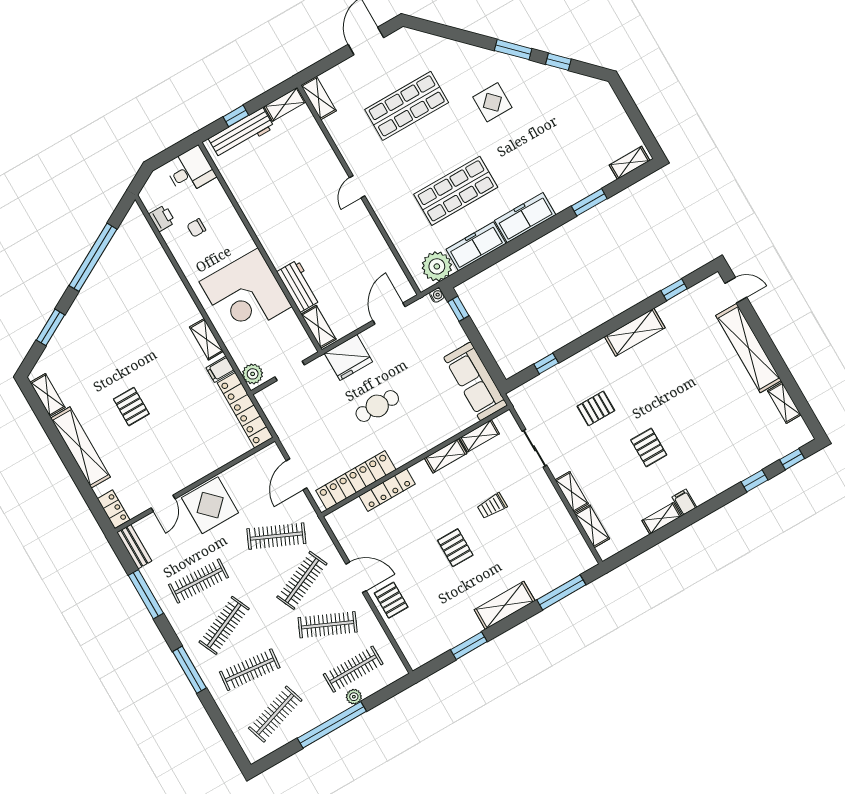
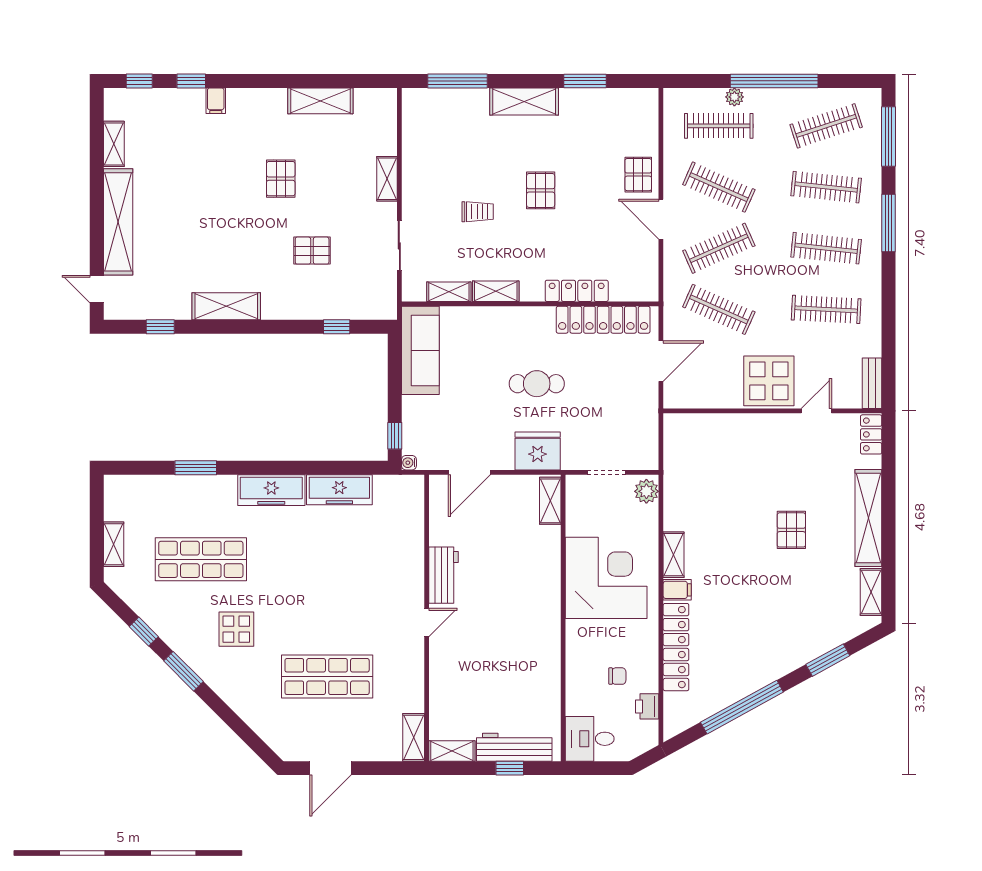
shelving: (629, 163) -> (114, 544), moved, turned 90
shop shelf: (456, 191) -> (201, 559), moved
plant: (437, 266) -> (392, 492), removed
workbench: (299, 286) -> (444, 575), moved, turned 180
filing cabinet: (220, 369) -> (677, 590), moved
locker: (245, 410) -> (676, 647), moved
filing cabinet: (684, 502) -> (216, 101), moved
shelving: (662, 518) -> (320, 101), width x1.50, depth x1.33
shelving: (592, 526) -> (386, 131), removed
window: (146, 594) -> (888, 136), moved
clothes rail: (224, 625) -> (826, 248), turned 30

